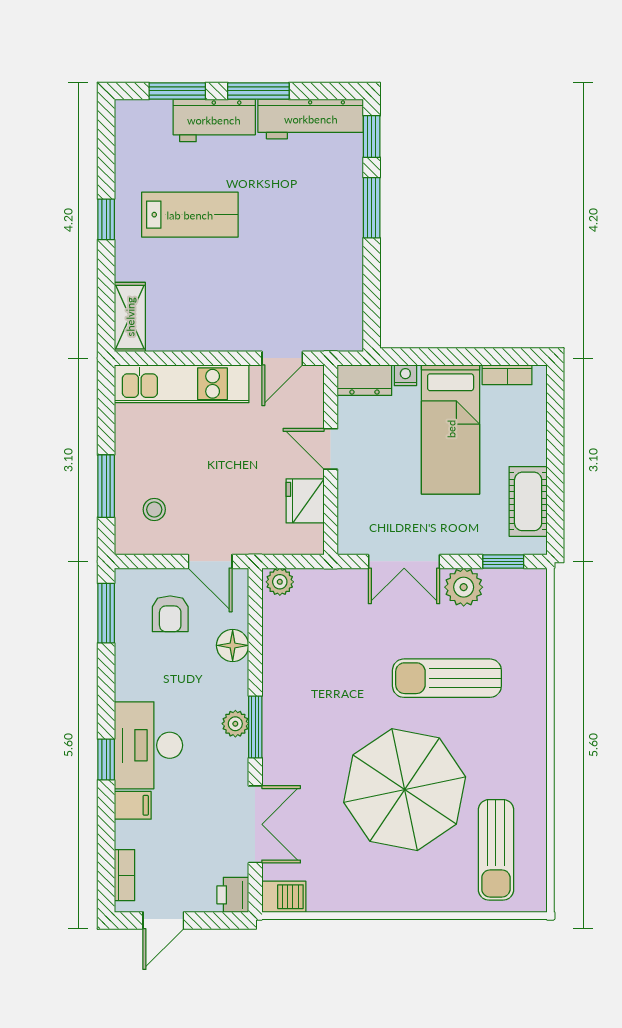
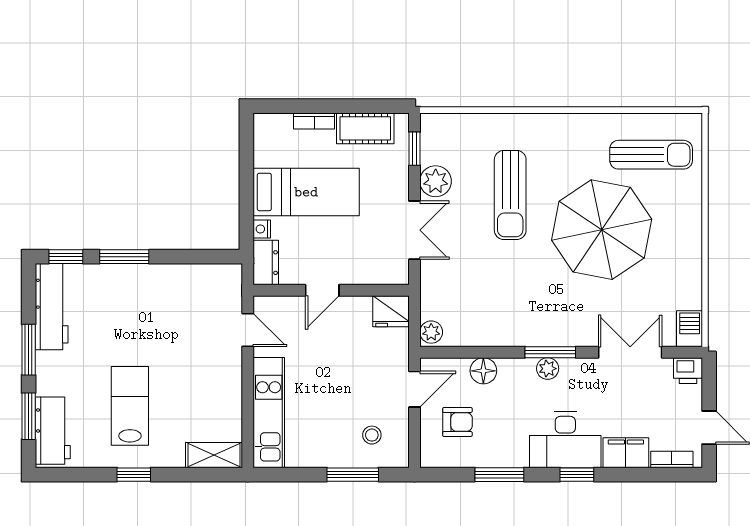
workbench: (214, 120) -> (53, 431), moved
bookcase: (507, 375) -> (314, 121), moved, turned 90
fridge: (305, 501) -> (391, 311), moved
window: (106, 613) -> (499, 475), moved
filing cabinet: (133, 805) -> (626, 453), width x2.00

